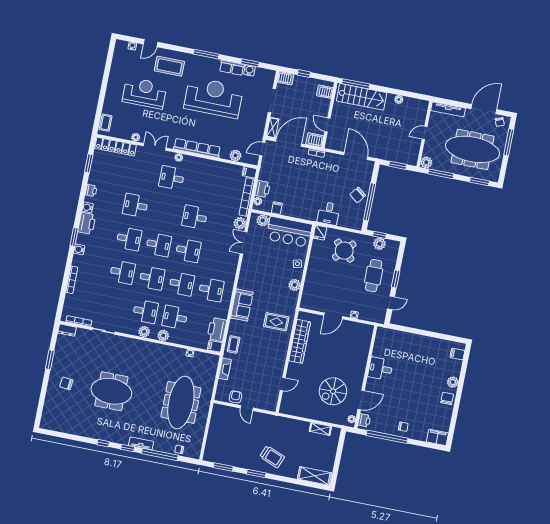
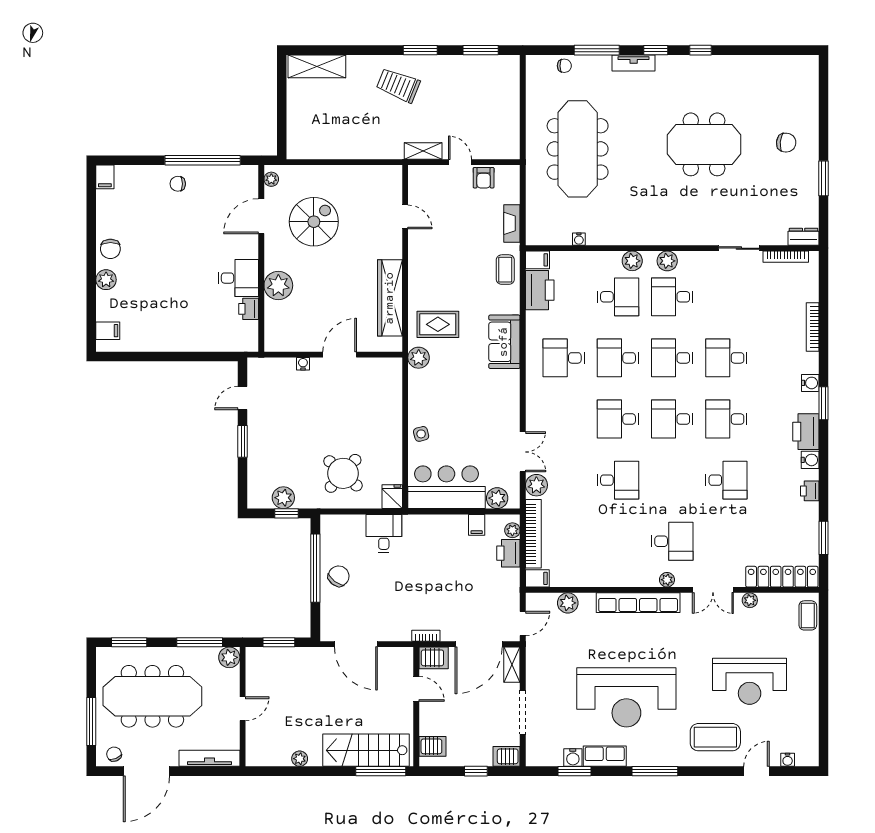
cafe table: (374, 276) -> (283, 440), removed
plant: (295, 285) -> (419, 358), moved
plant: (359, 360) -> (278, 285), added
door: (283, 384) -> (405, 217), swing flipped
printer: (364, 420) -> (249, 309), moved
shelving: (320, 429) -> (423, 151), moved
filing cabinet: (437, 437) -> (105, 177), width x0.50
window: (160, 454) -> (597, 50), width x0.68

